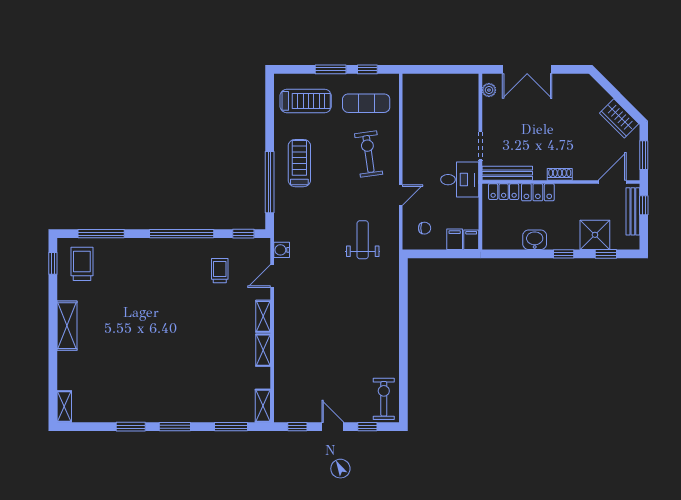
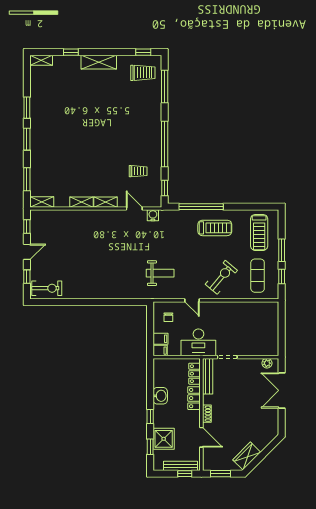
exercise bike: (369, 154) -> (221, 277), turned -42
desk: (460, 180) -> (198, 342), width x1.37
door: (612, 182) -> (201, 437), moved
window: (53, 365) -> (71, 52), added

